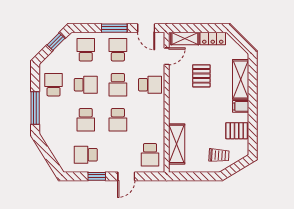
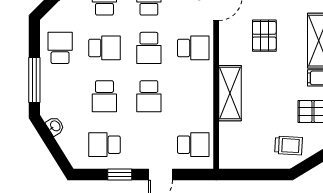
washbasin: (50, 141) -> (55, 126), added
shelving: (177, 144) -> (230, 93), moved
school desk: (150, 155) -> (193, 145), turned -90

